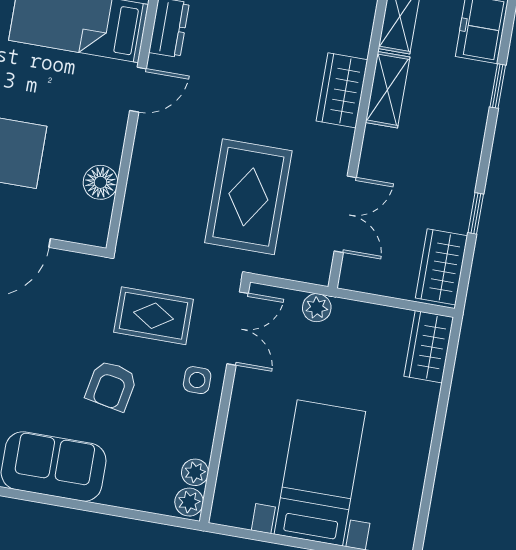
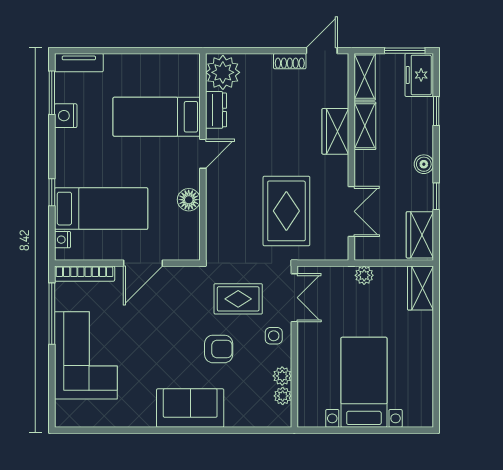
boiler: (466, 162) -> (424, 164), added
floor lamp: (100, 182) -> (189, 200), moved
plant: (317, 308) -> (364, 275), moved
armchair: (111, 386) -> (219, 349), turned -101
plant: (189, 502) -> (282, 376), moved

